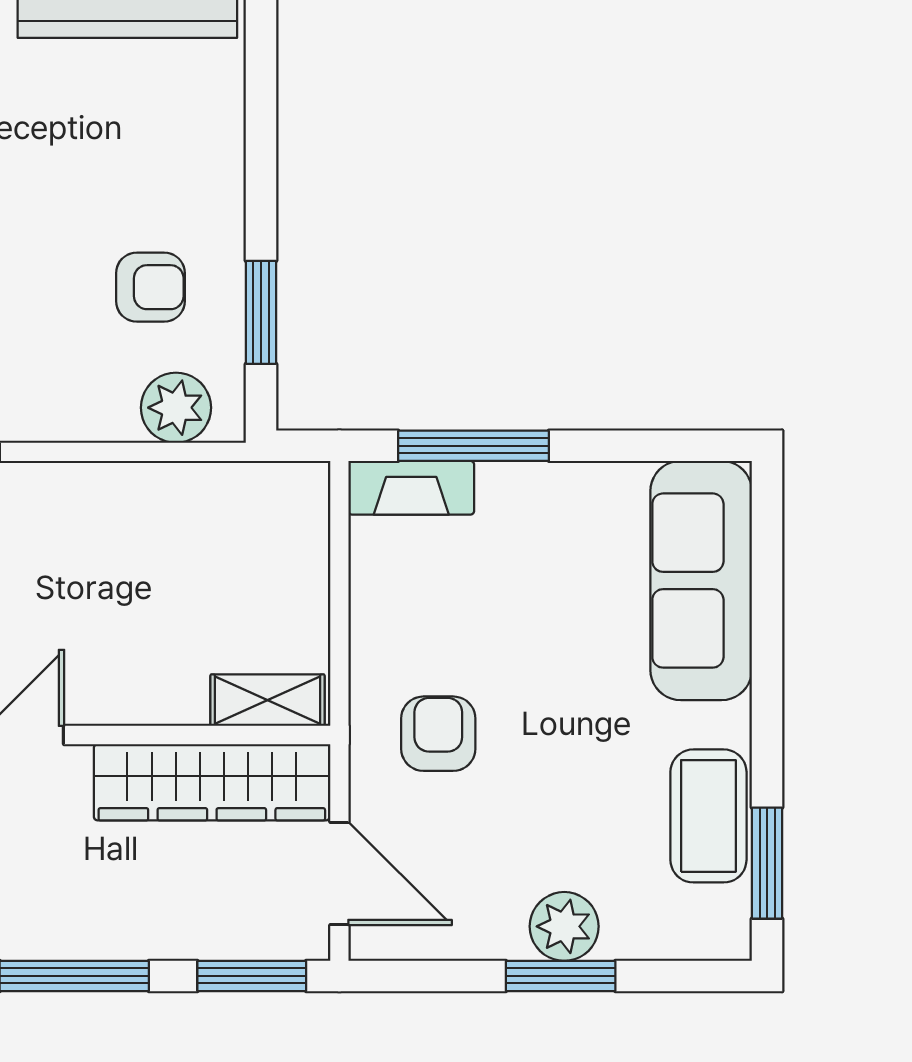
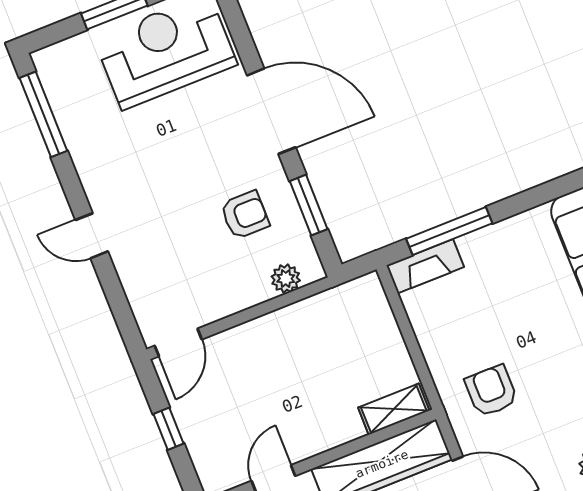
door: (261, 135) -> (271, 111), added
plant: (176, 408) -> (286, 279), width x0.73, depth x0.73

